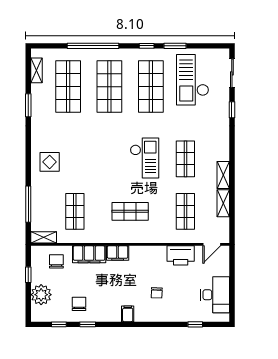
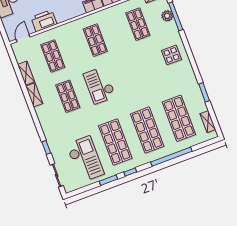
plant: (38, 208) -> (167, 16), added
shop shelf: (130, 211) -> (95, 40), turned 90

